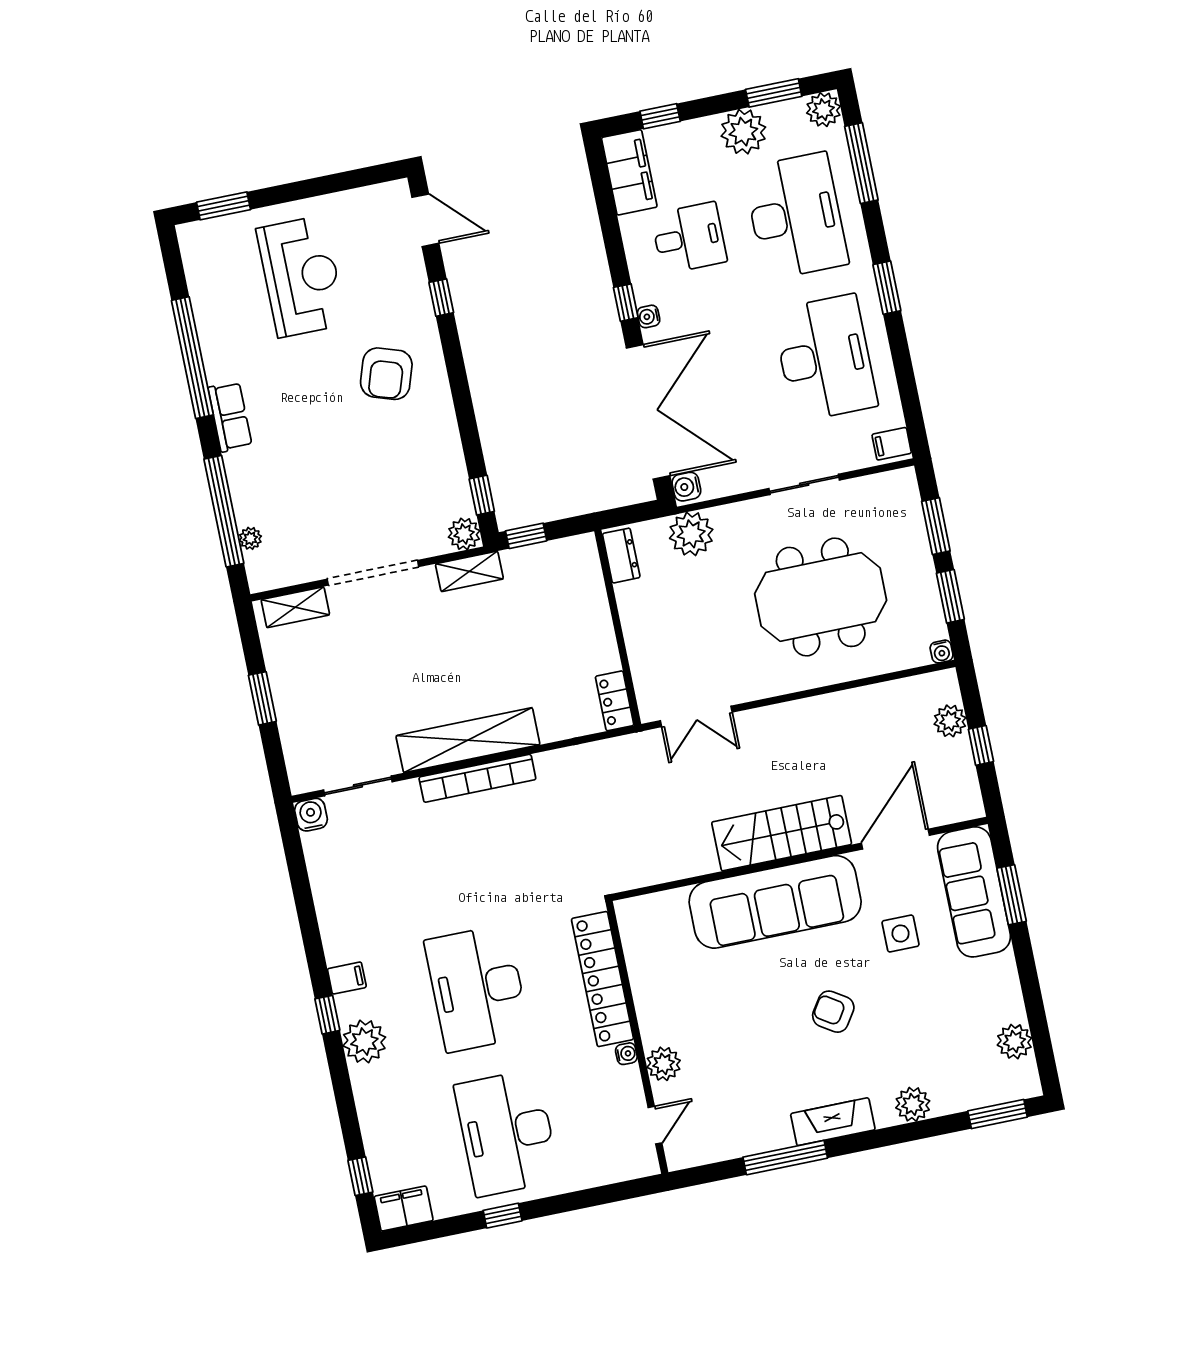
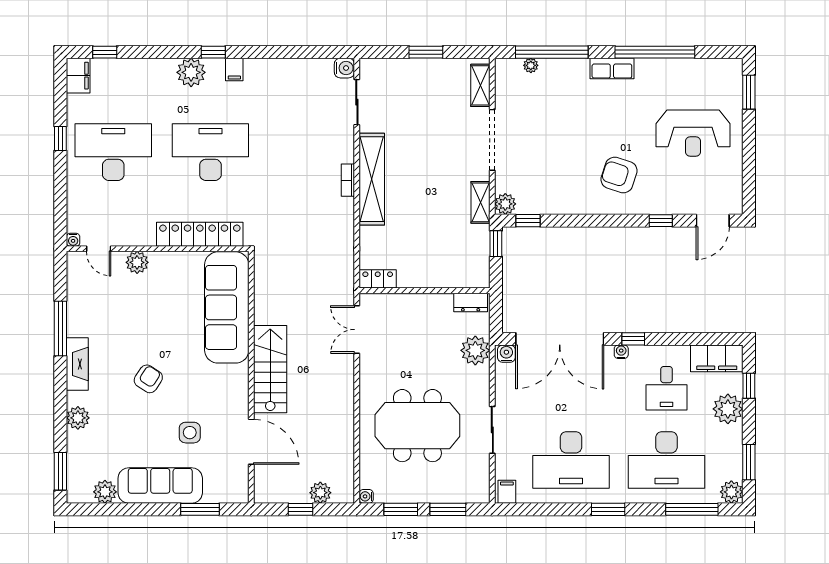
plant: (743, 132) -> (728, 409), moved
meeting table: (821, 597) -> (417, 426), turned 90
bookcase: (477, 778) -> (348, 180), width x0.43, depth x0.76
sofa: (974, 892) -> (160, 485), moved
sofa: (775, 902) -> (227, 307), moved
water cooler: (626, 1054) -> (73, 240), moved

